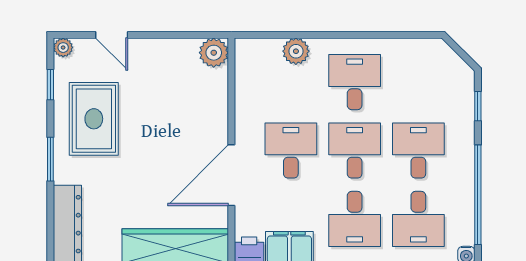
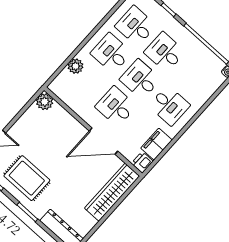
door: (231, 175) -> (104, 141), hinge flipped
desk: (418, 219) -> (136, 26), moved, turned 180

